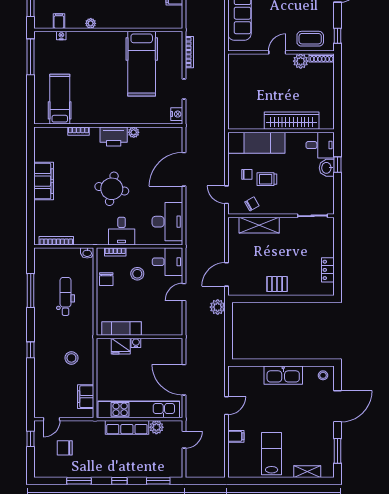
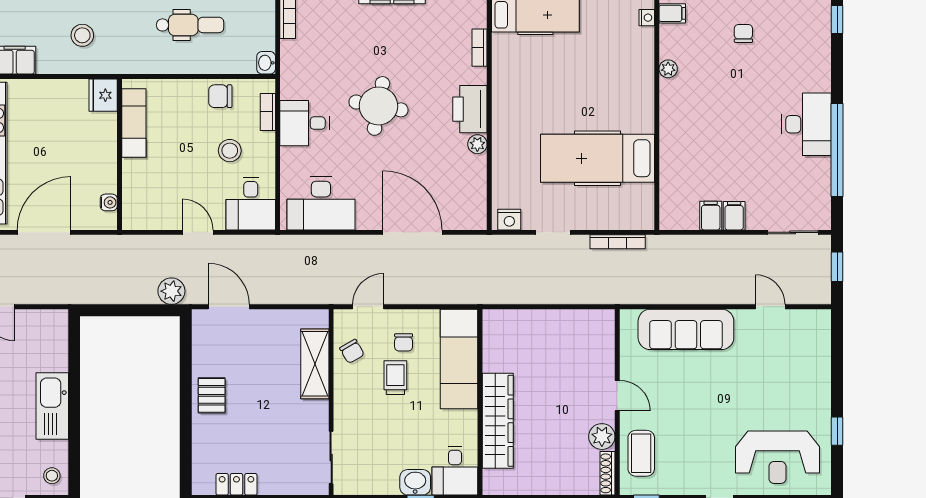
water cooler: (136, 343) -> (109, 202), moved
fridge: (121, 346) -> (103, 95), moved

